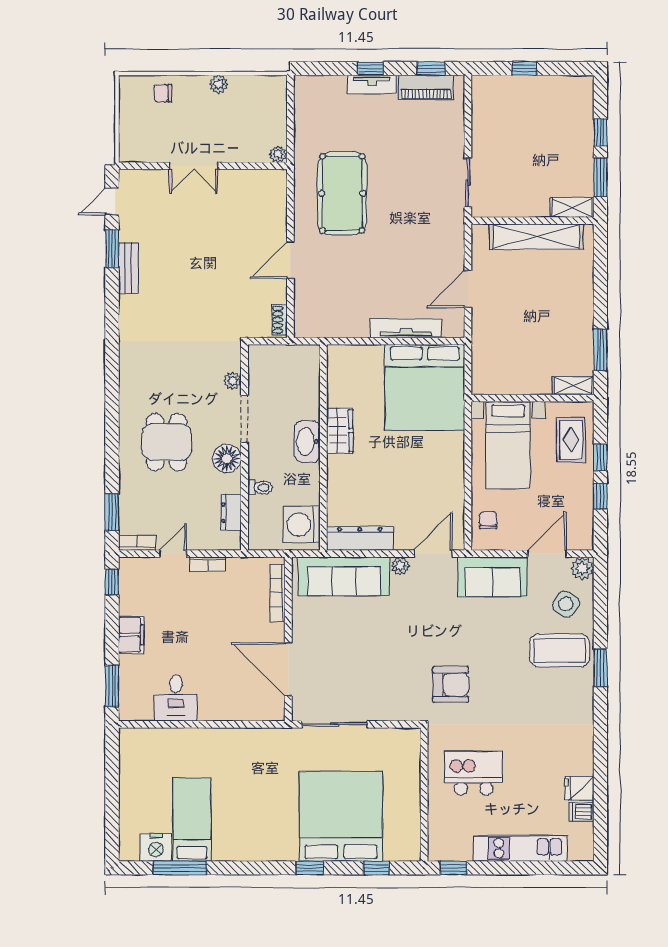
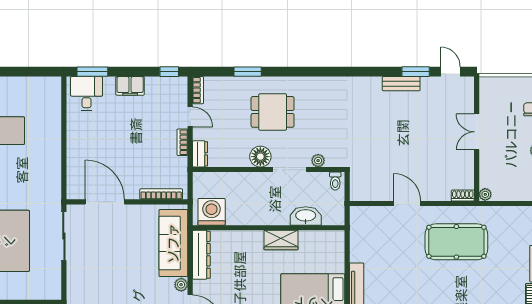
shoe rack: (280, 320) -> (463, 196), moved
washbasin: (307, 441) -> (306, 216), moved
toilet: (260, 488) -> (335, 181), moved
window: (112, 512) -> (248, 72), moved
dresser: (231, 513) -> (200, 154), moved, turned 90
door: (288, 669) -> (105, 202), hinge flipped
desk: (176, 698) -> (86, 94), moved, turned 90

